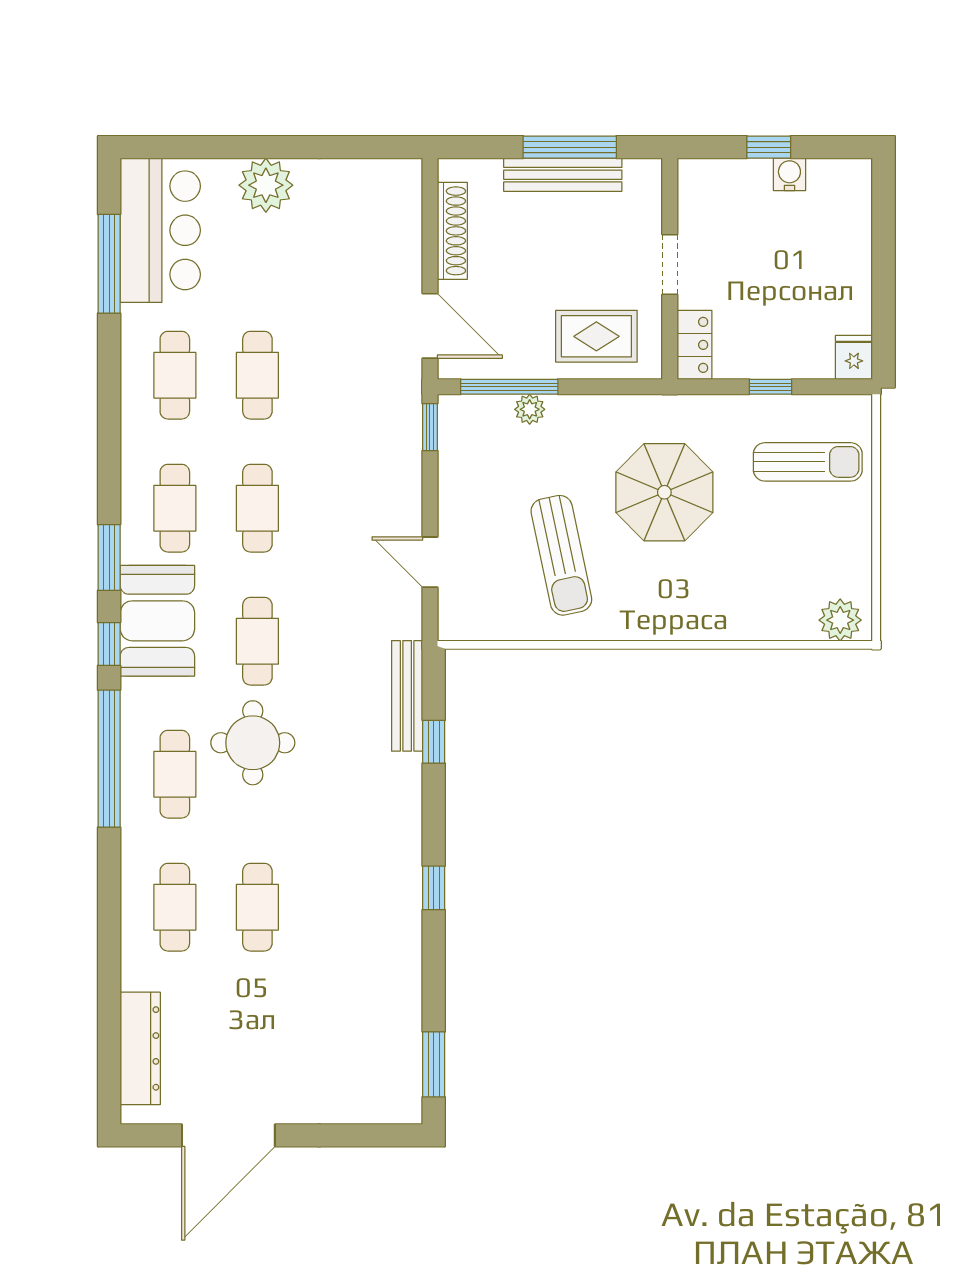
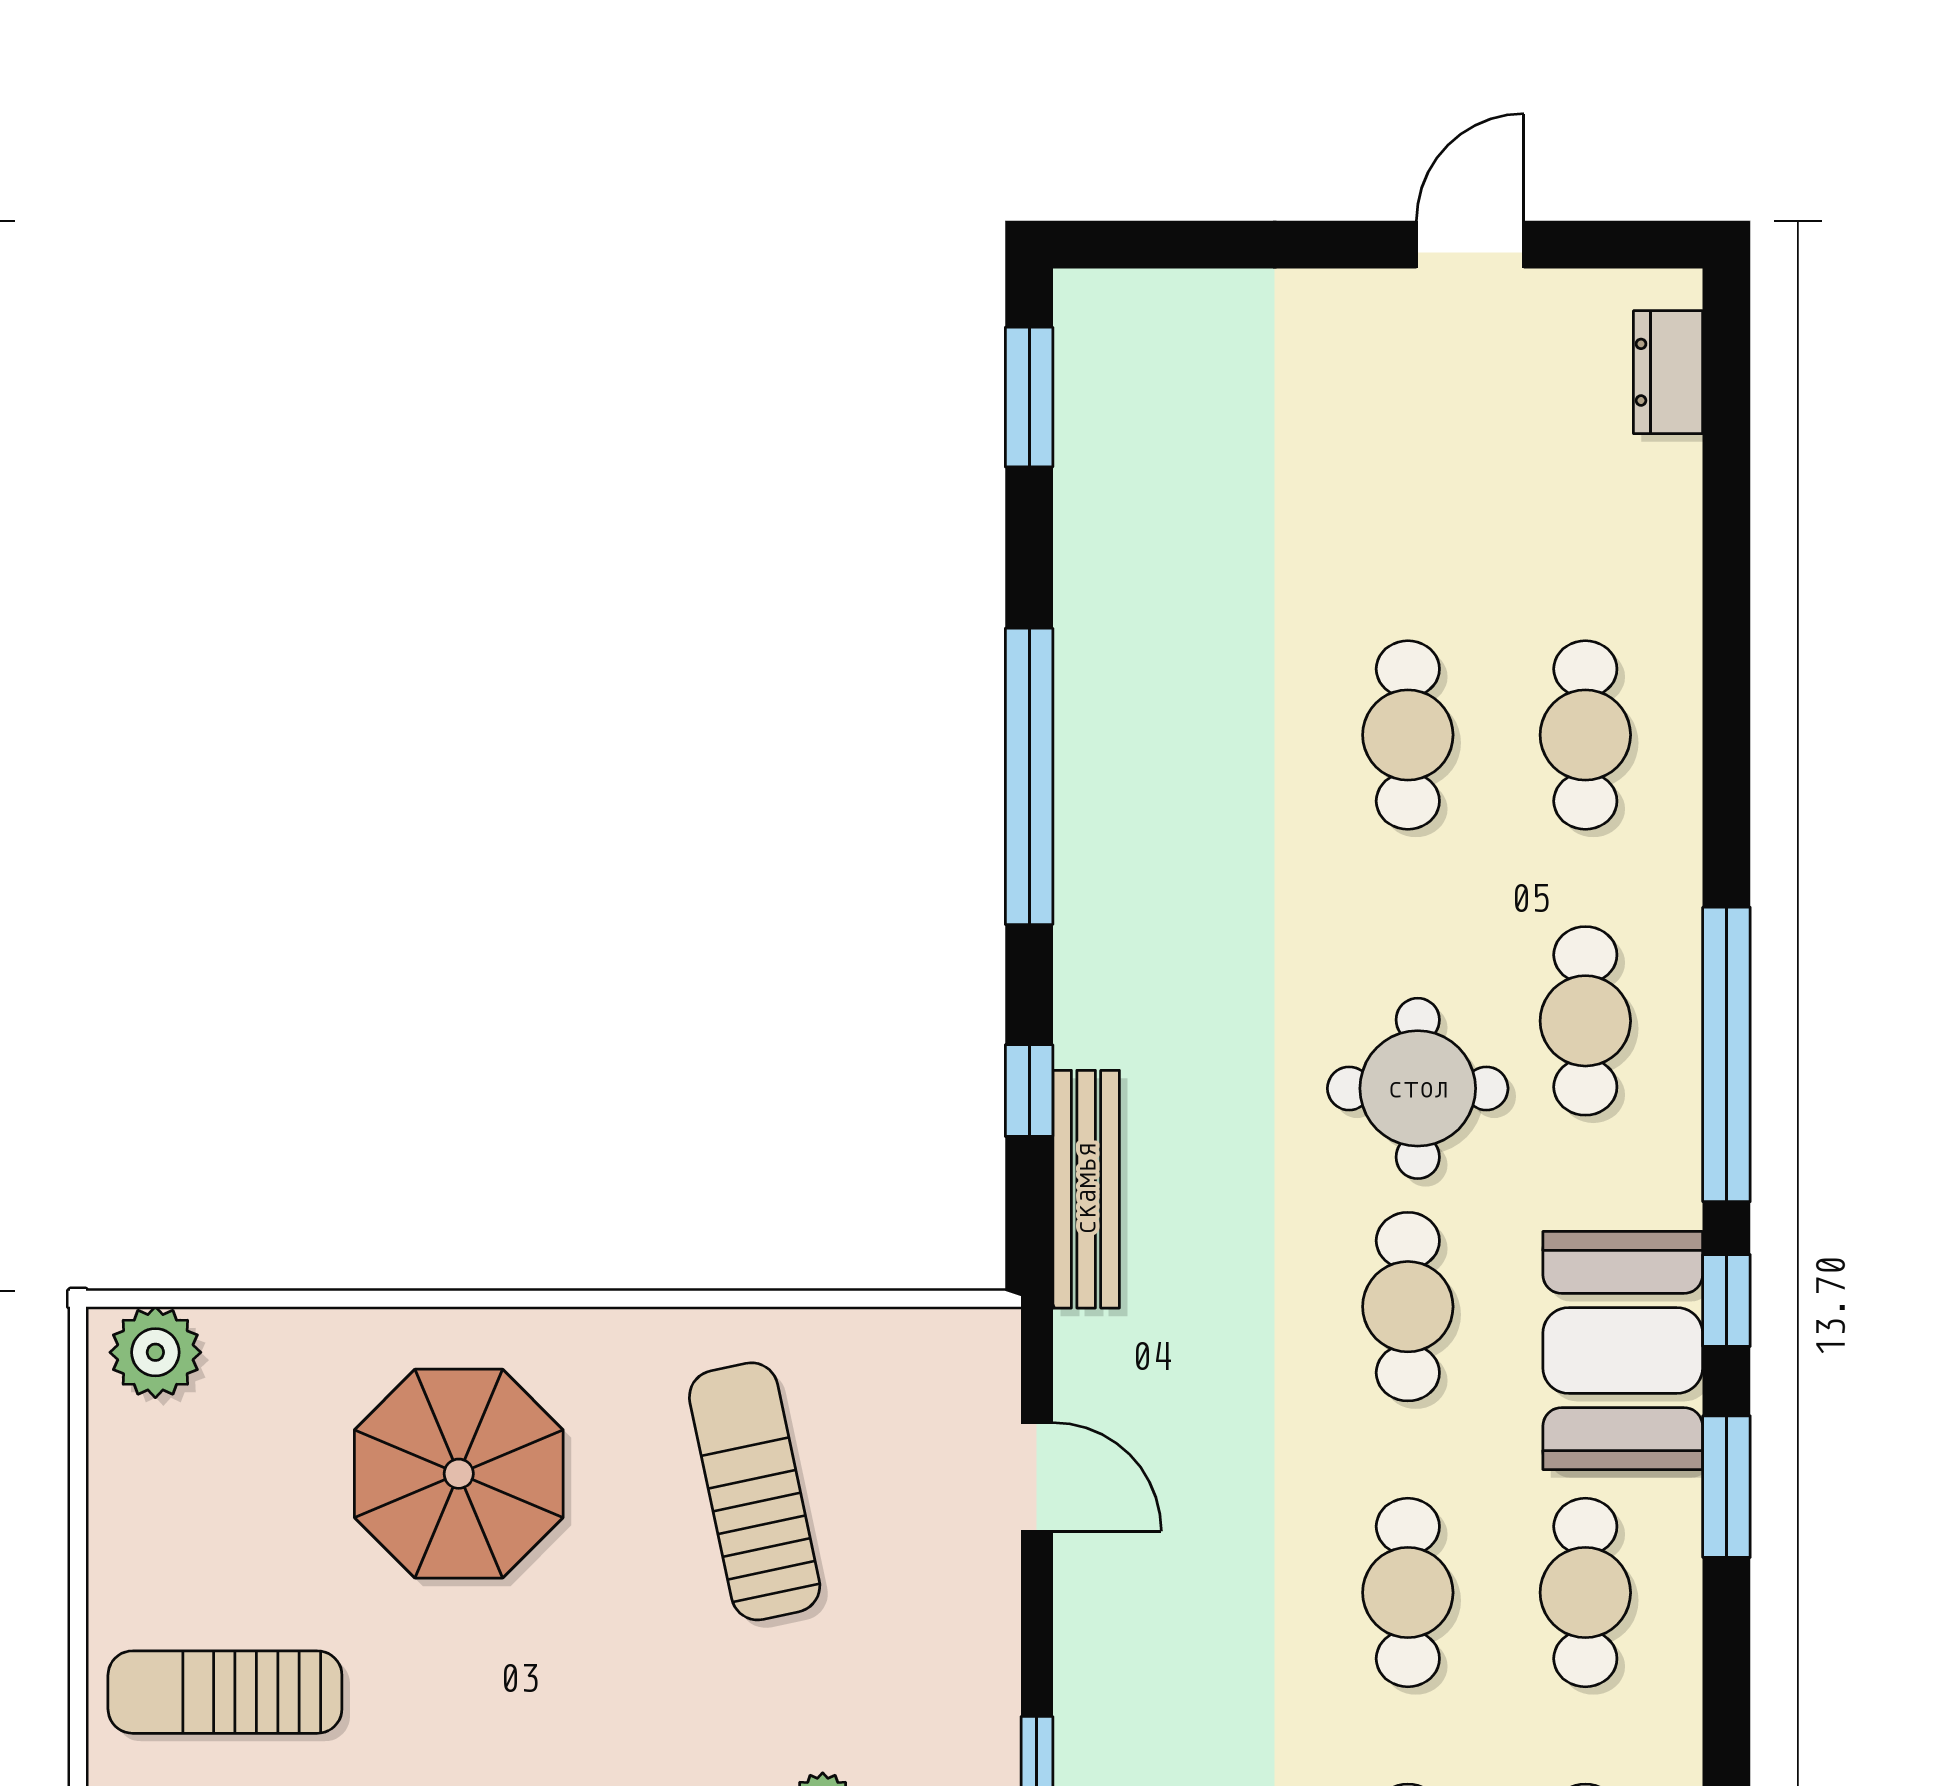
parasol: (664, 492) -> (459, 1474), moved
window: (434, 888) -> (1029, 776), width x3.17
dresser: (140, 1048) -> (1668, 372), width x0.51, depth x0.80
door: (228, 1135) -> (1470, 245), width x0.53

